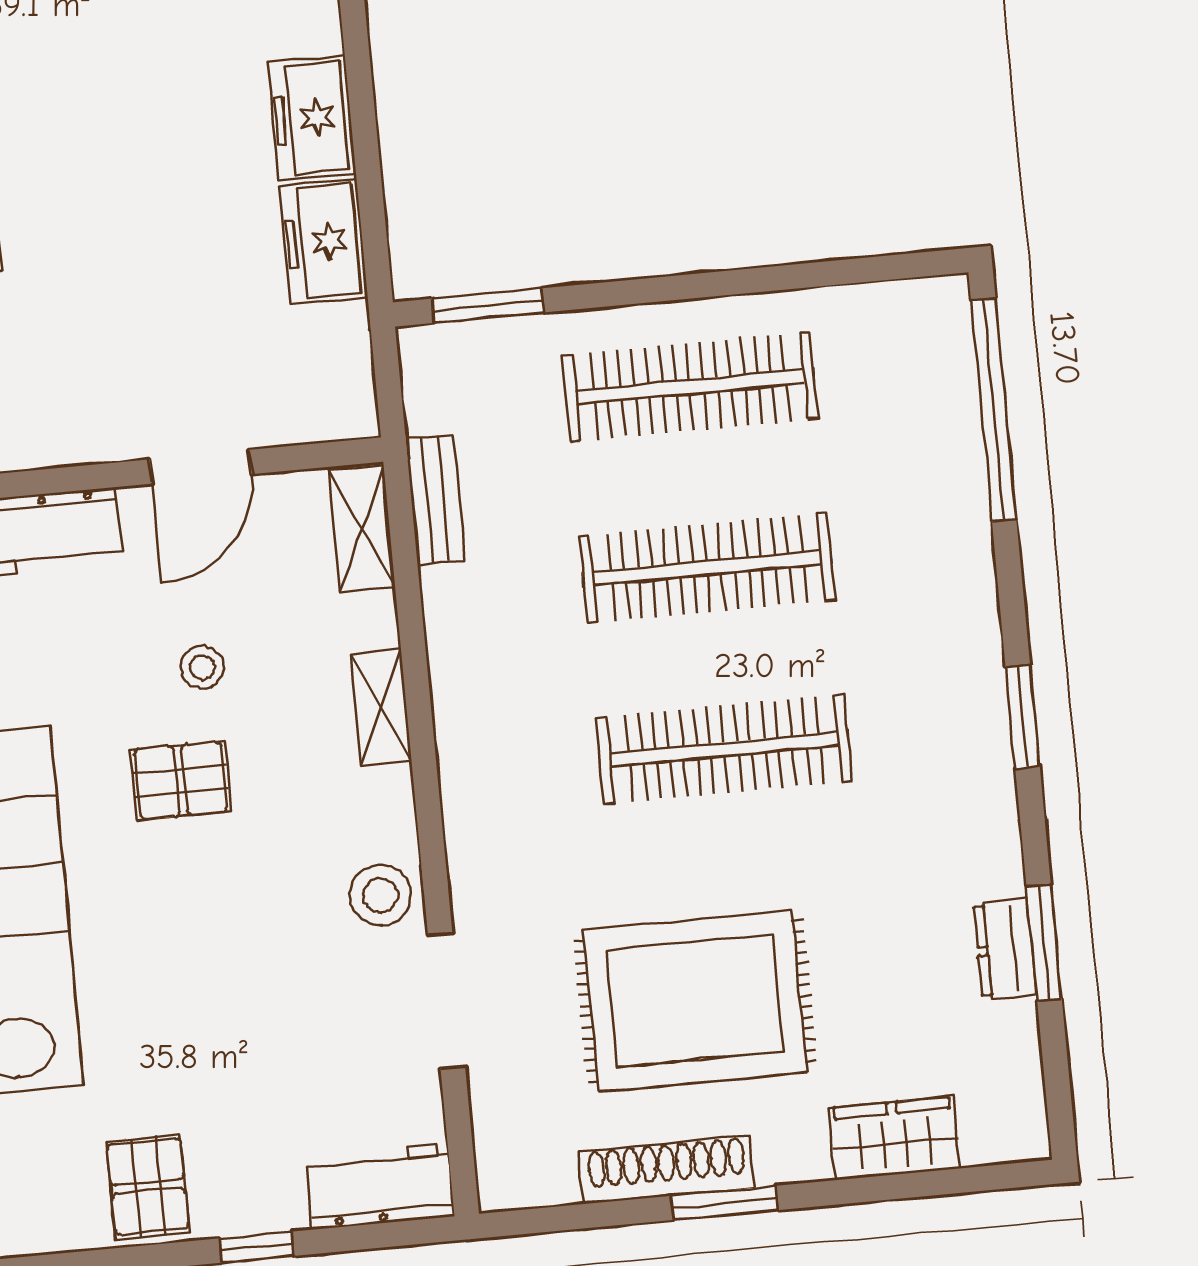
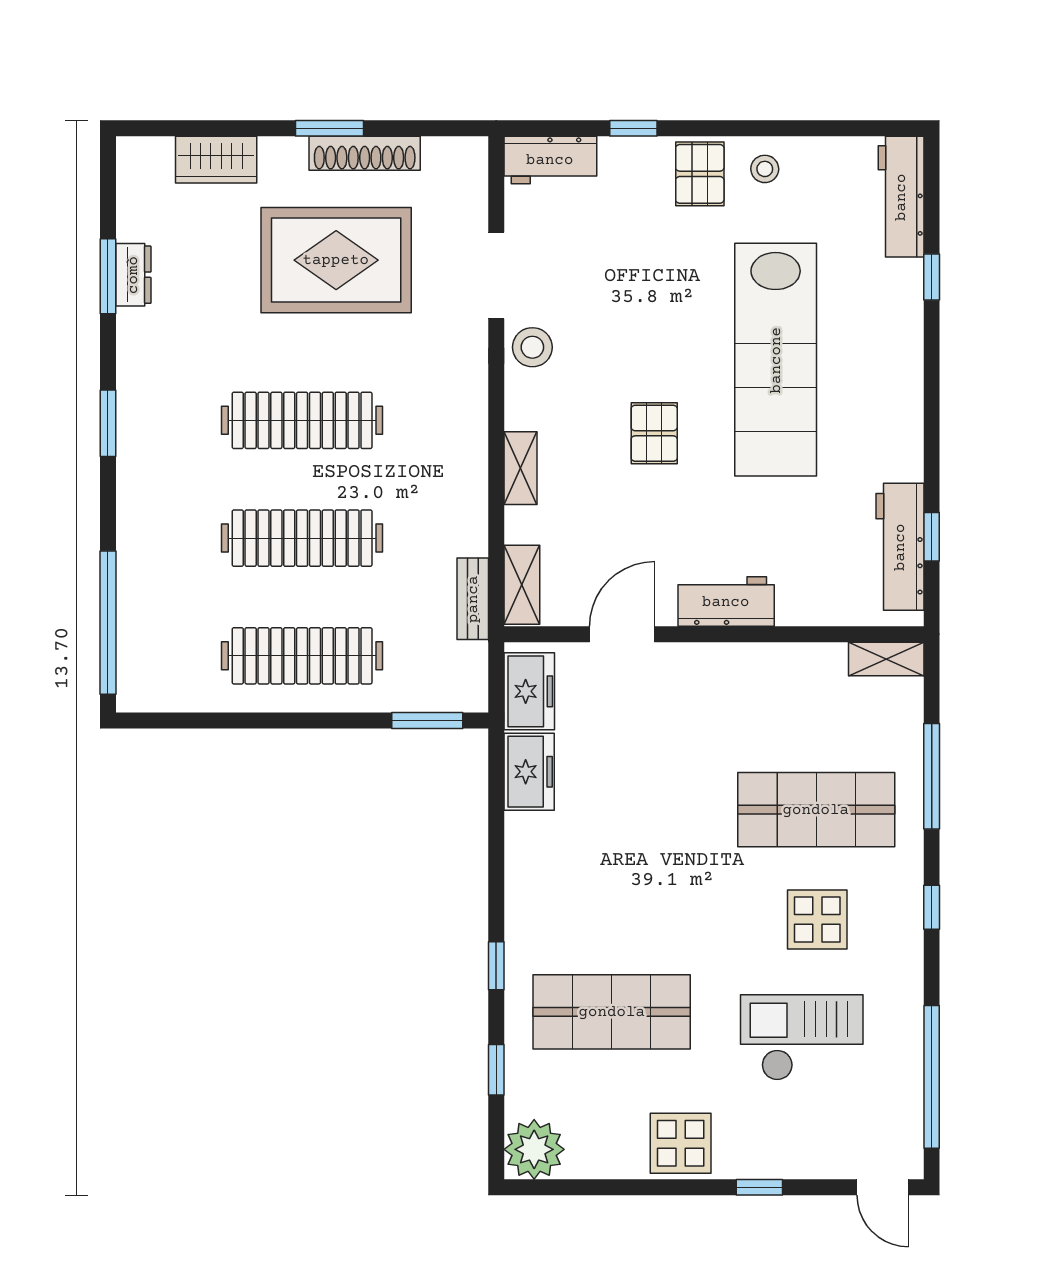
freezer: (312, 118) -> (529, 691), moved
stool: (202, 667) -> (765, 169), moved
pallet: (180, 781) -> (654, 433), turned 90

